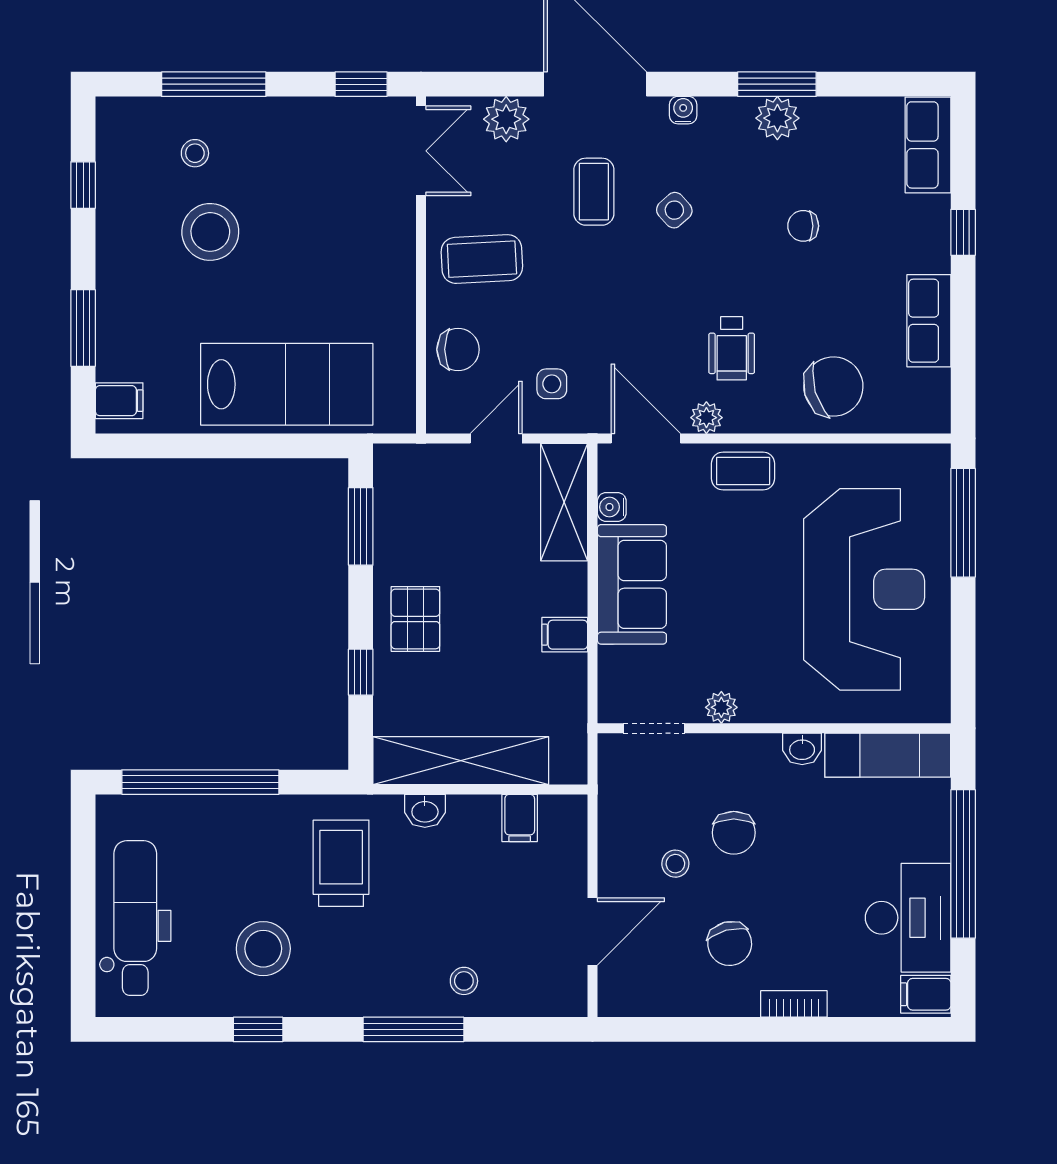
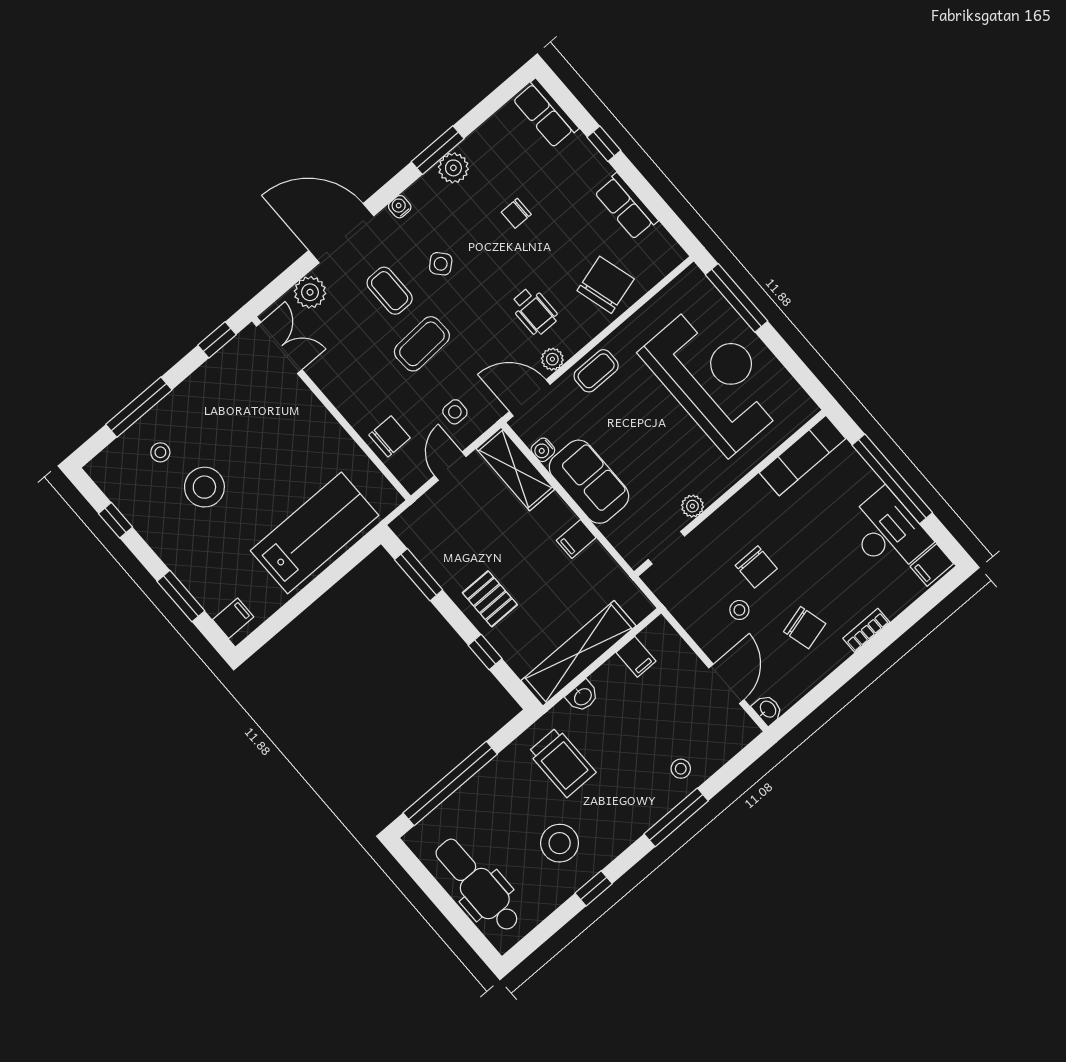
coffee table: (482, 259) -> (422, 344), moved
washbasin: (802, 749) -> (768, 710), moved, turned -90
trolley: (341, 863) -> (562, 762), turned 180

